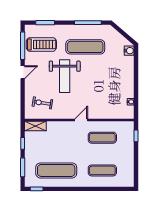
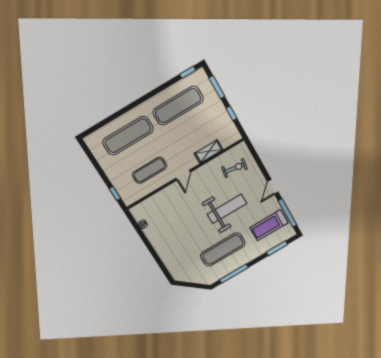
water cooler: (129, 51) -> (176, 272), removed
weight bench: (65, 76) -> (227, 209), turned 90
shelving: (35, 126) -> (209, 151), moved
exercise mat: (102, 170) -> (128, 136), width x1.36, depth x1.45

